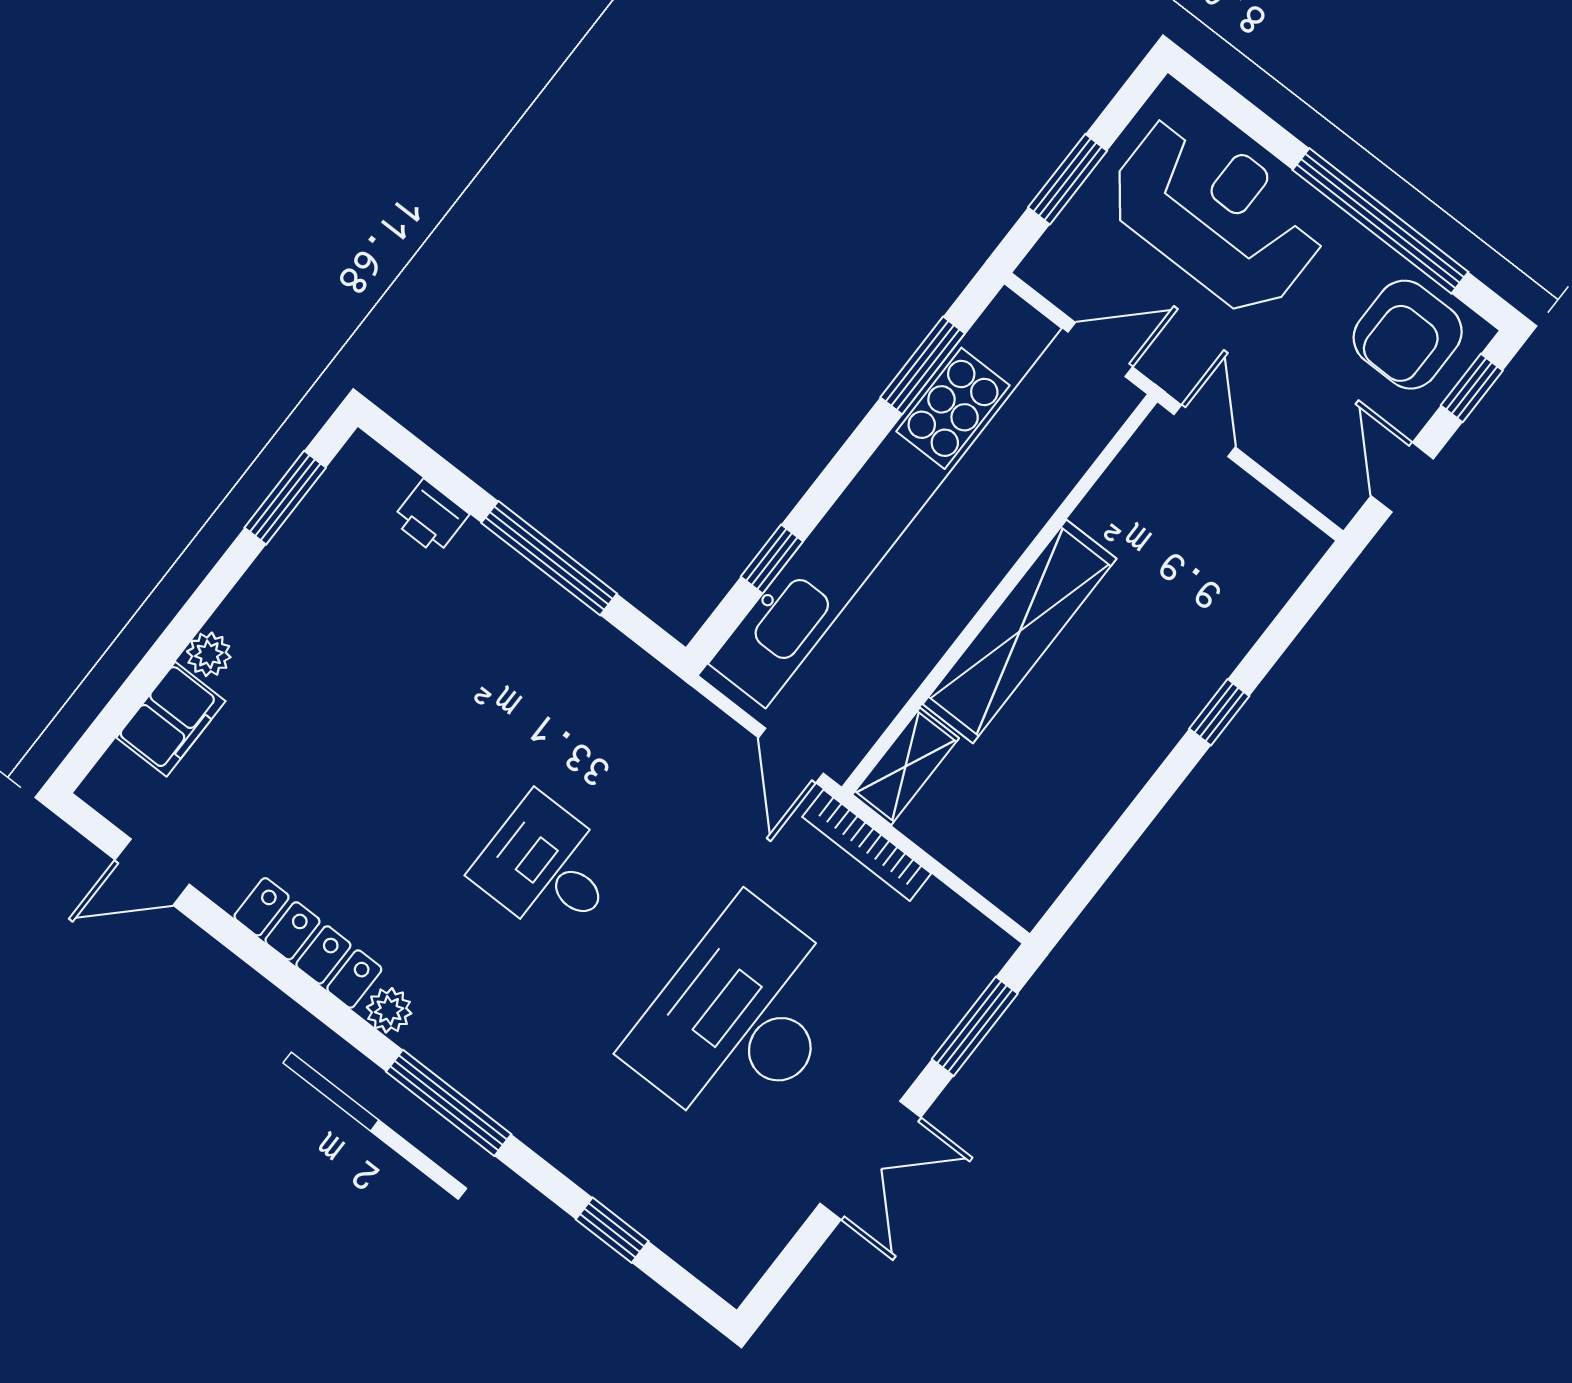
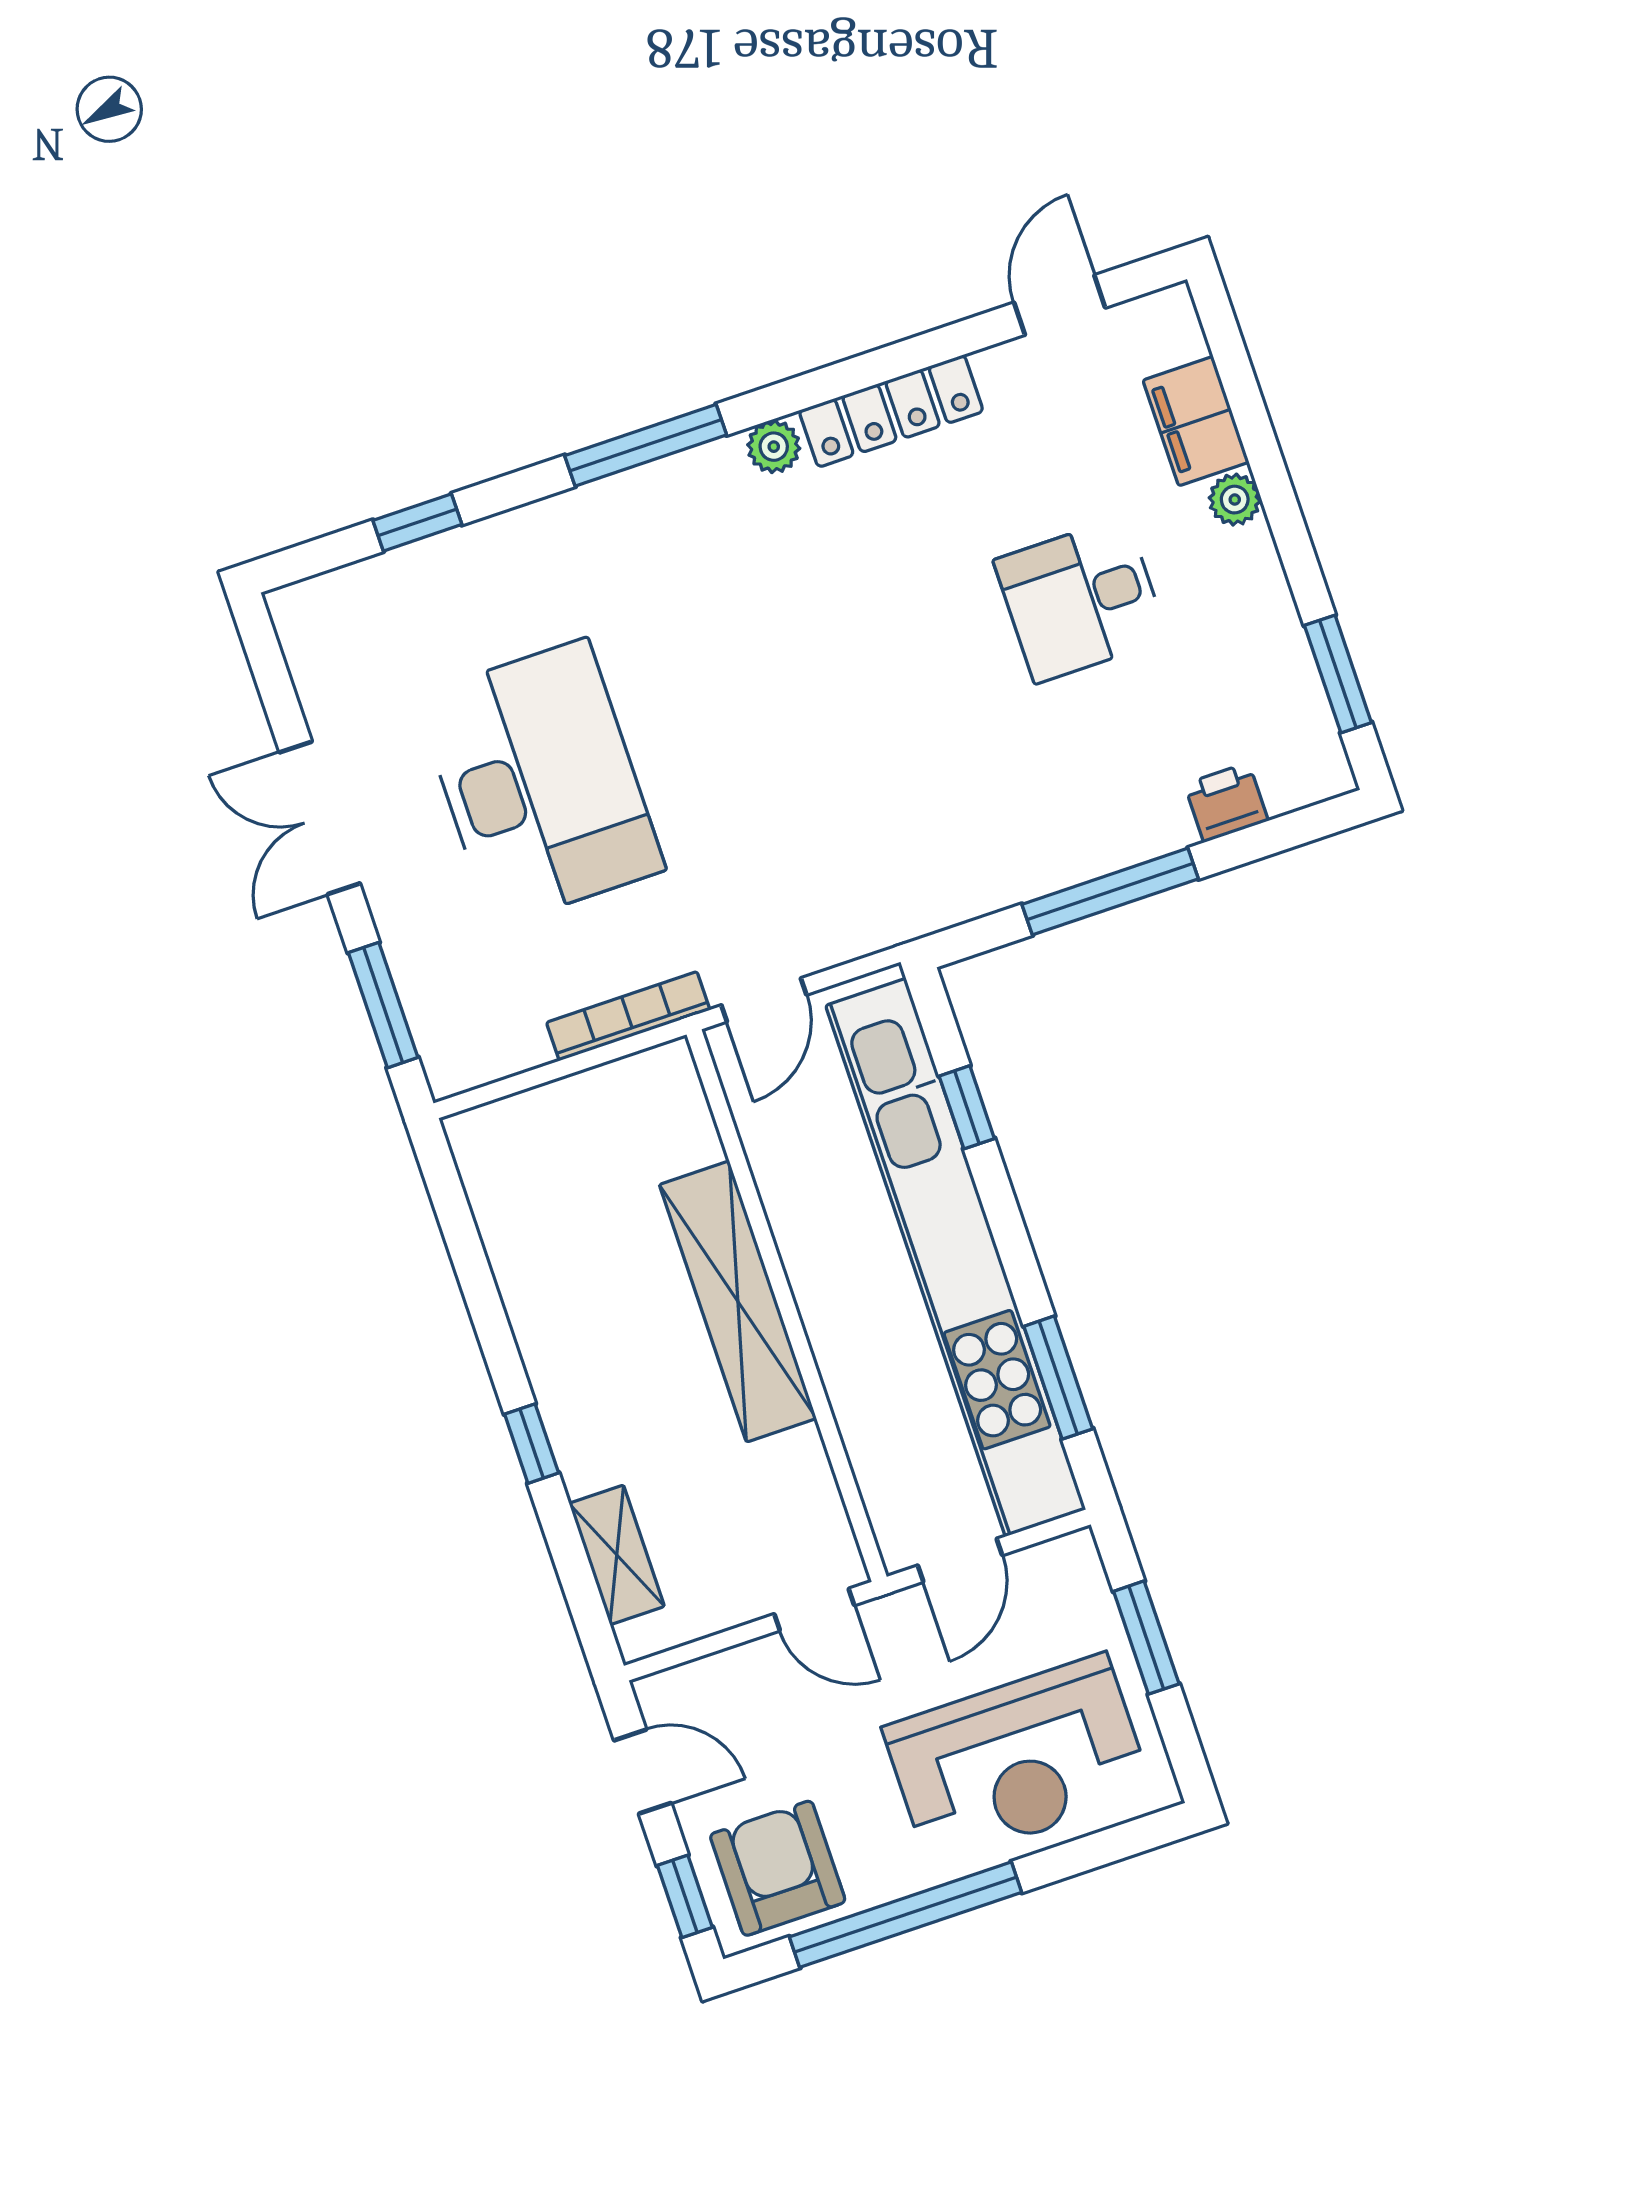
door: (791, 755) -> (764, 1000), swing flipped
shelving: (906, 766) -> (617, 1555), moved
desk: (547, 868) -> (1081, 600), moved, turned 180

